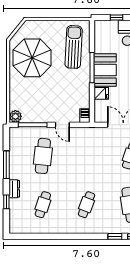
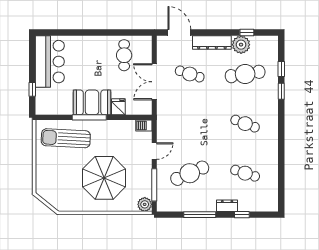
parasol: (32, 58) -> (104, 178), moved
cafe table: (43, 156) -> (190, 173), turned -30

